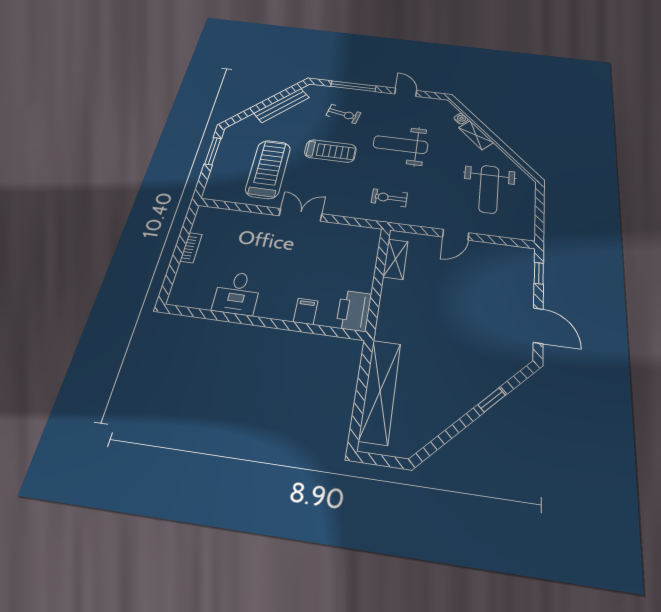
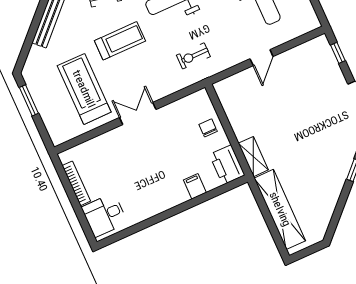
bookcase: (191, 248) -> (76, 183), width x1.56
shelving: (396, 259) -> (253, 157), moved
chair: (359, 265) -> (208, 128), added
desk: (237, 293) -> (104, 215), moved, turned 90

